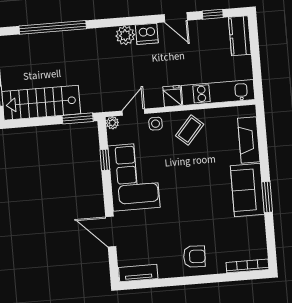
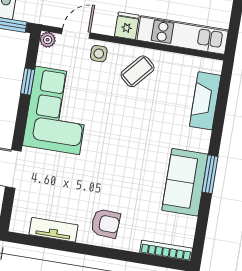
sofa: (247, 190) -> (185, 182), moved
tv unit: (138, 273) -> (54, 230), moved

